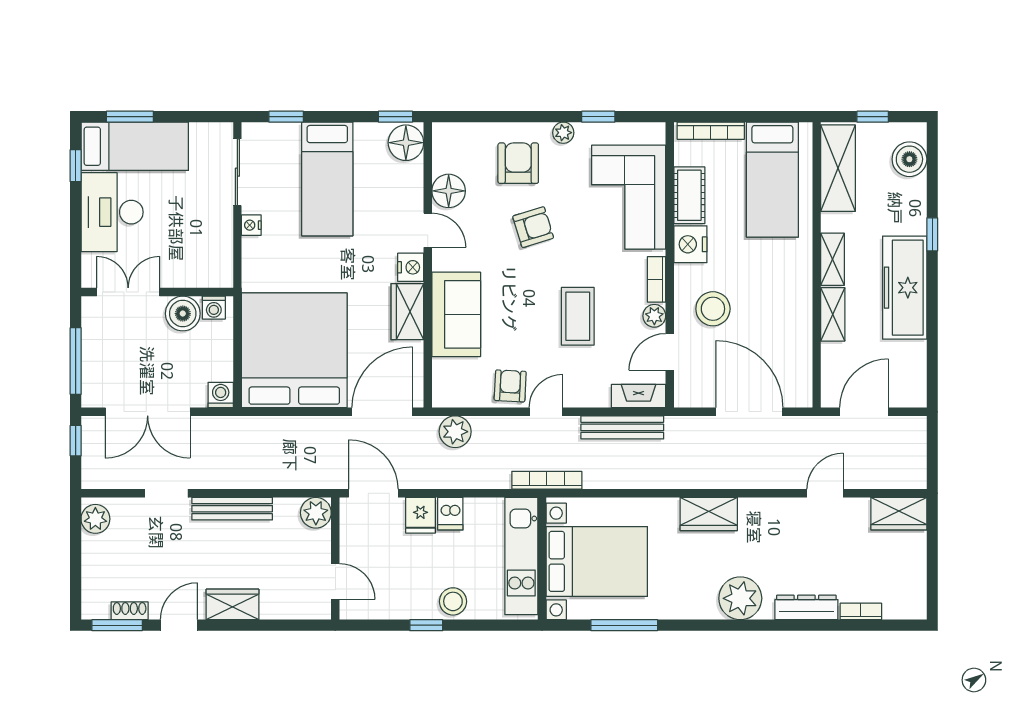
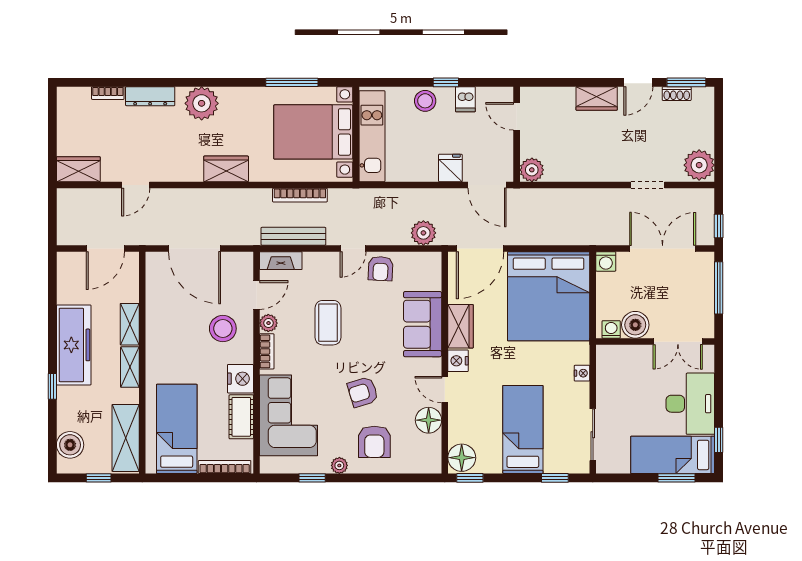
nightstand: (251, 225) -> (582, 373), moved
bookcase: (547, 480) -> (300, 195), moved
bench: (232, 509) -> (597, 173), removed
dishwasher: (450, 514) -> (465, 99), moved, turned 180
plant: (95, 519) -> (699, 165), width x1.36, depth x1.36

